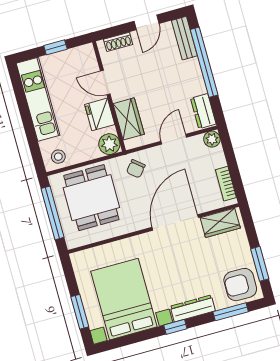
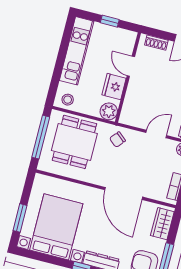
wardrobe: (129, 119) -> (133, 101), removed
door: (175, 222) -> (124, 193), swing flipped
wardrobe: (220, 223) -> (162, 224), moved, turned 90

